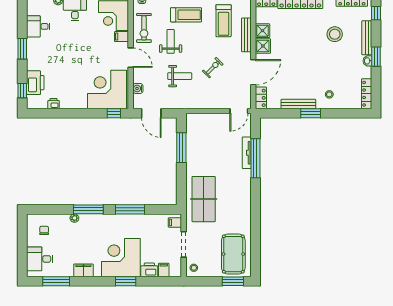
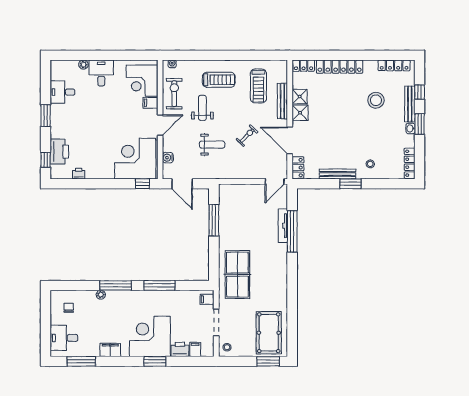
window: (376, 13) -> (420, 92), moved
exercise bike: (144, 28) -> (174, 94), turned 180
door: (131, 58) -> (160, 125), hinge flipped
door: (253, 72) -> (290, 140), swing flipped

